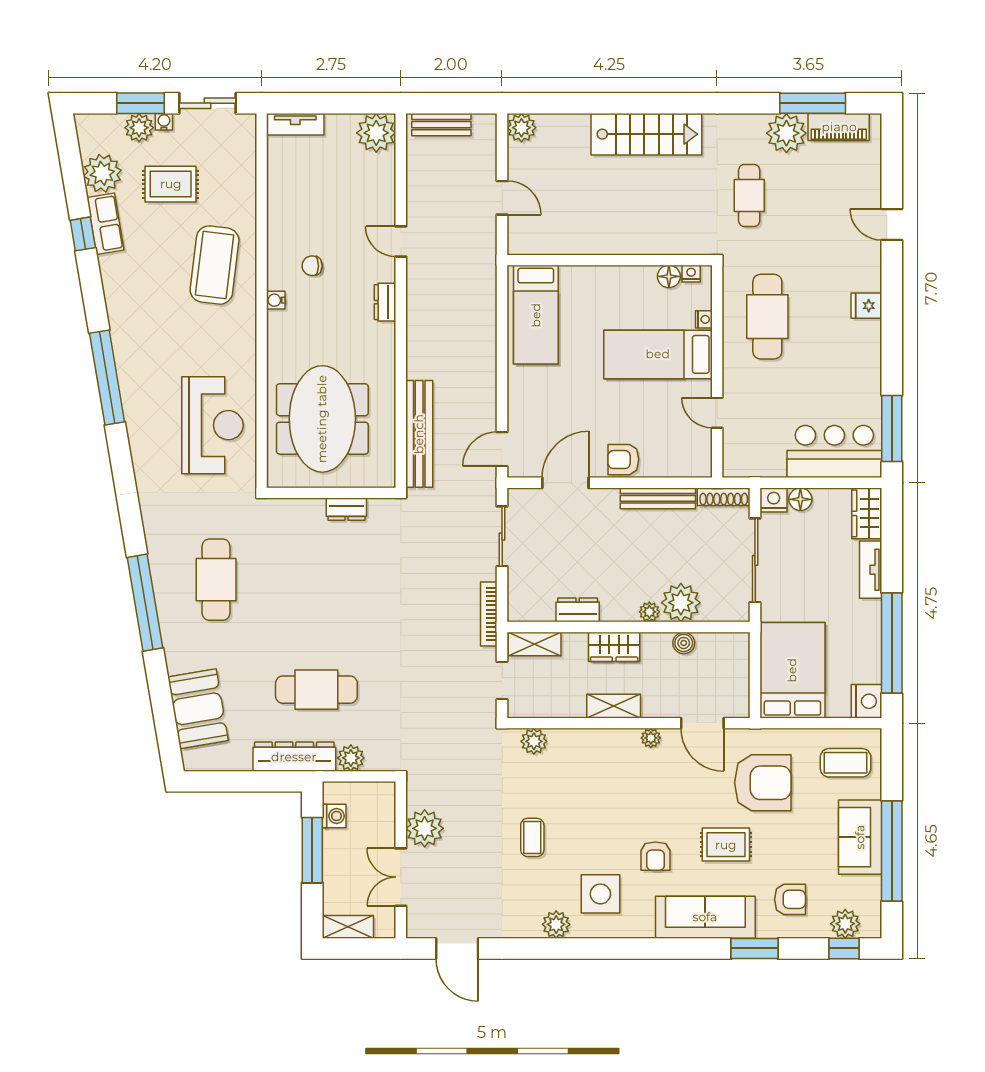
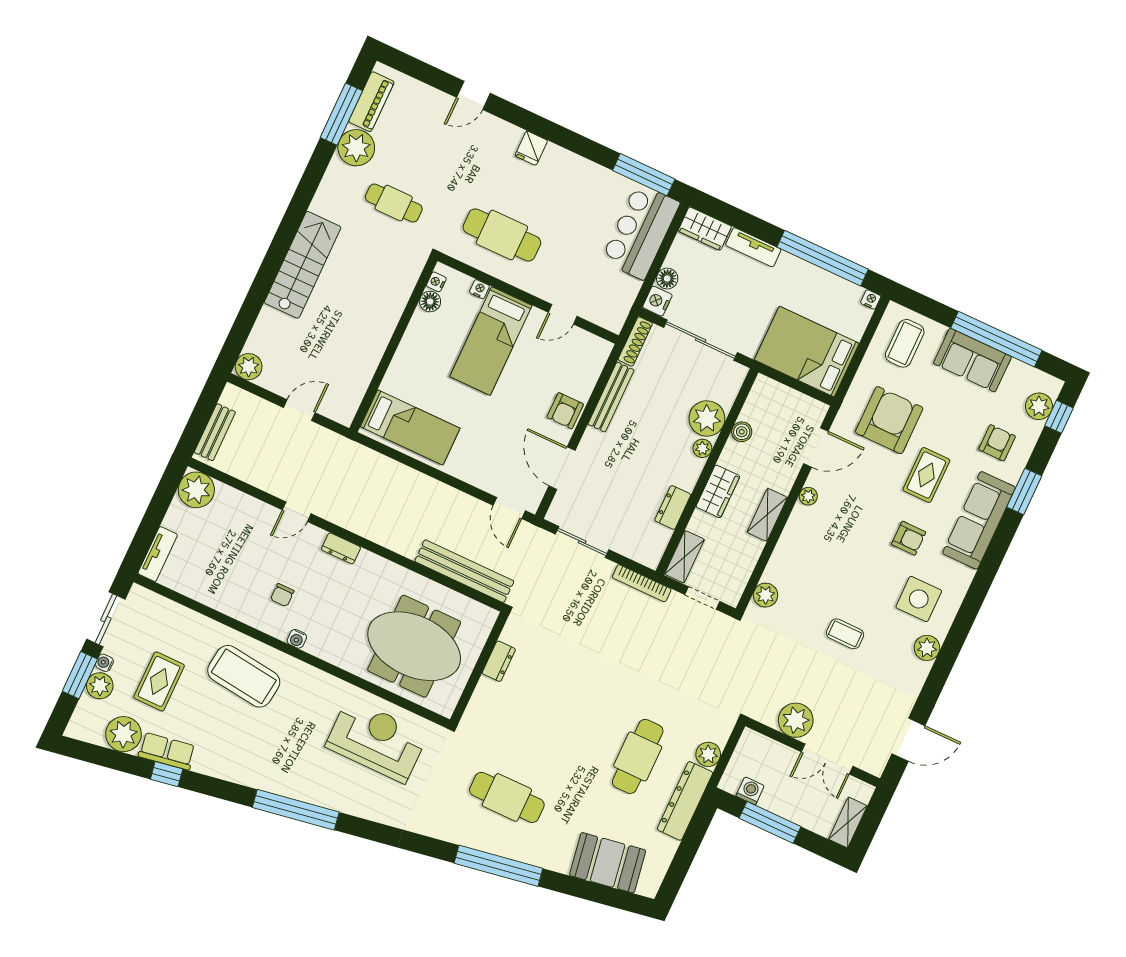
nightstand: (866, 701) -> (871, 299), width x0.53, depth x0.56

